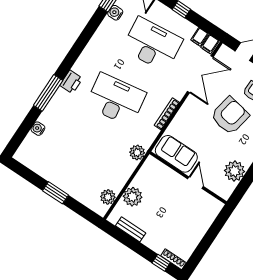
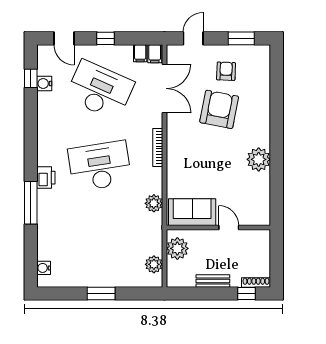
desk: (152, 44) -> (100, 90), turned 30
water cooler: (38, 129) -> (44, 268), moved
sofa: (176, 154) -> (192, 212), moved
wall: (188, 178) -> (218, 228), moved
door: (196, 183) -> (229, 228), moved
bench: (131, 229) -> (213, 281), moved

